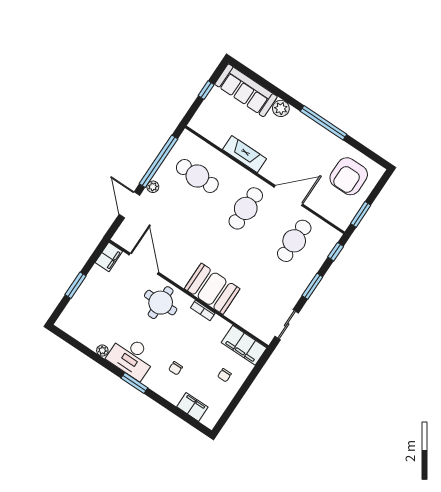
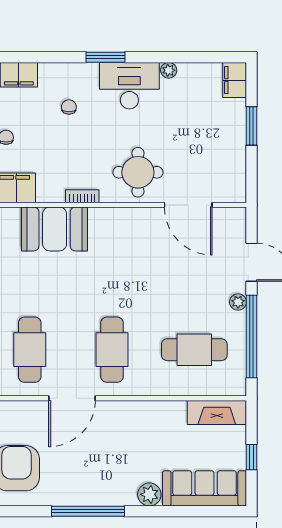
fireplace: (244, 154) -> (217, 412), moved
filing cabinet: (109, 257) -> (235, 80), moved
booth: (212, 289) -> (55, 229), moved

